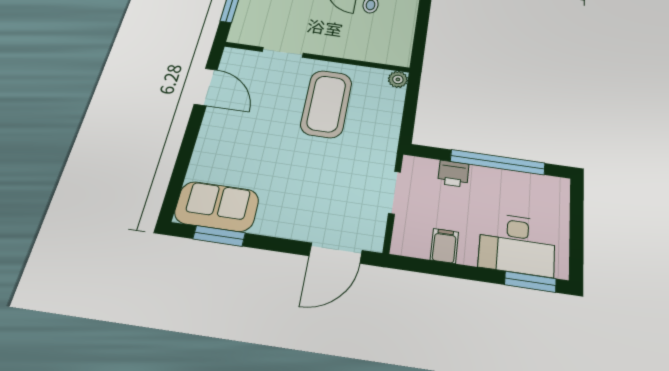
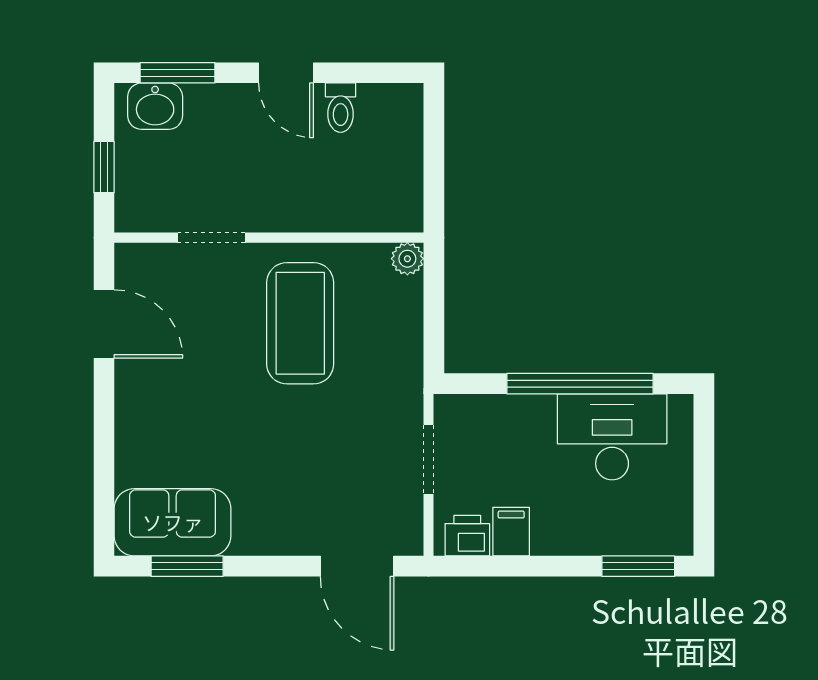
printer: (453, 174) -> (467, 536), moved, turned 180
desk: (517, 244) -> (612, 437), moved, turned 180
door: (336, 253) -> (357, 566), hinge flipped

